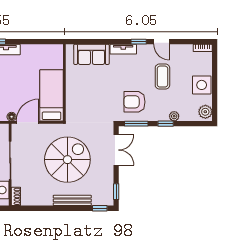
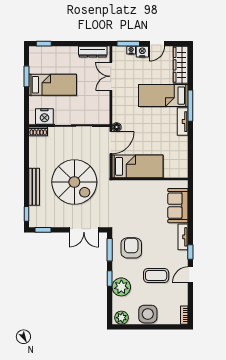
plant: (174, 116) -> (121, 287), width x1.88, depth x1.88
door: (28, 122) -> (111, 143), hinge flipped

